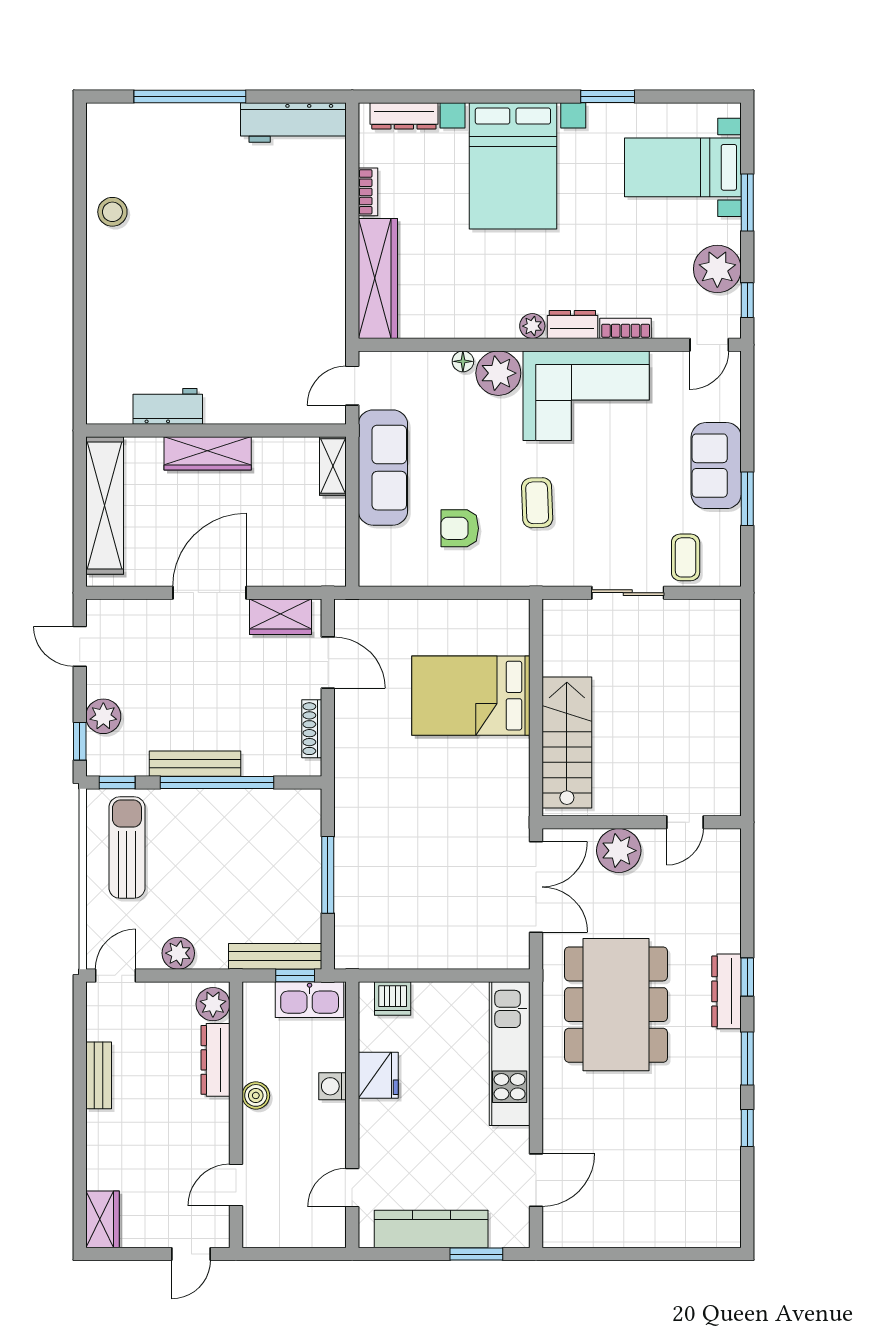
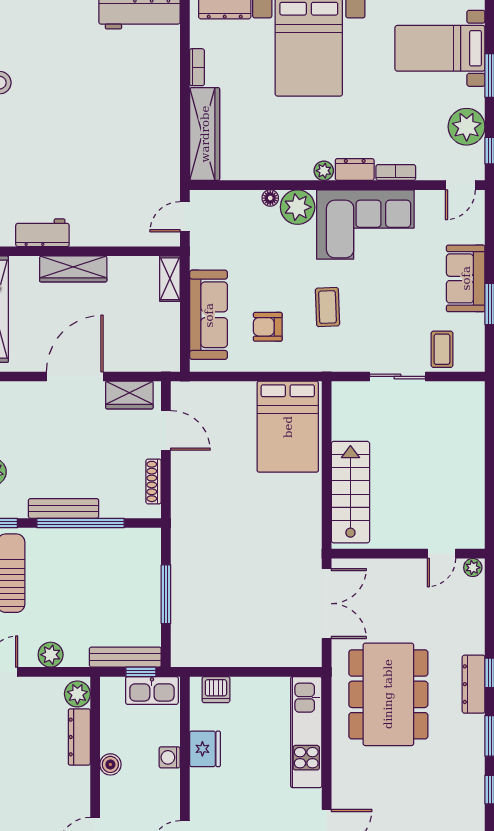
sofa: (383, 468) -> (209, 315), moved
bed: (471, 696) -> (288, 427), moved, turned -90
plant: (619, 851) -> (473, 568), moved, width x0.53, depth x0.53

